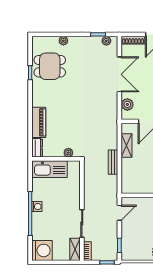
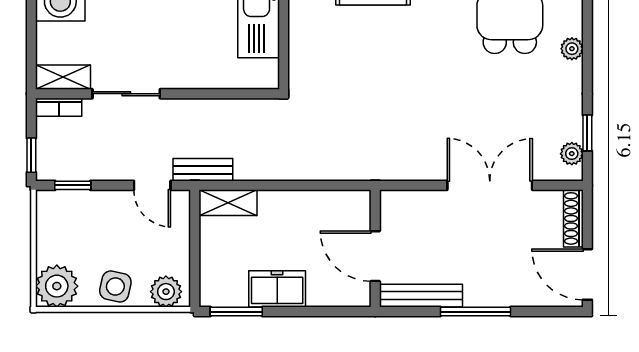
double door: (119, 74) -> (490, 185), swing flipped
plant: (127, 104) -> (417, 205), removed
shelving: (127, 145) -> (228, 203), moved
plant: (68, 153) -> (299, 61), removed
bench: (113, 162) -> (203, 170), moved

